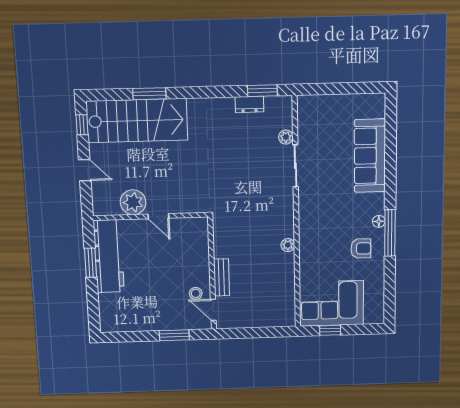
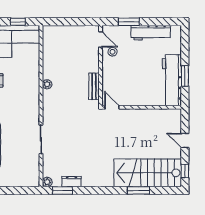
plant: (286, 137) -> (47, 182), moved
plant: (133, 202) -> (153, 117), removed
door: (158, 216) -> (112, 107), moved
bench: (222, 277) -> (94, 86), moved
workbench: (143, 321) -> (151, 33), added

